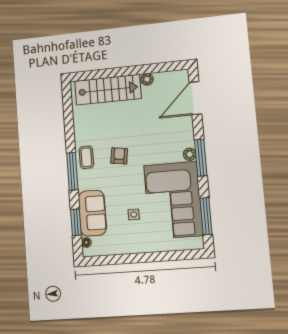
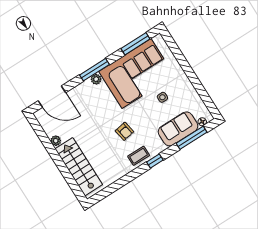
armchair: (119, 156) -> (124, 131), turned -108
window: (72, 171) -> (155, 161), width x0.46
window: (76, 222) -> (192, 138), width x1.44

